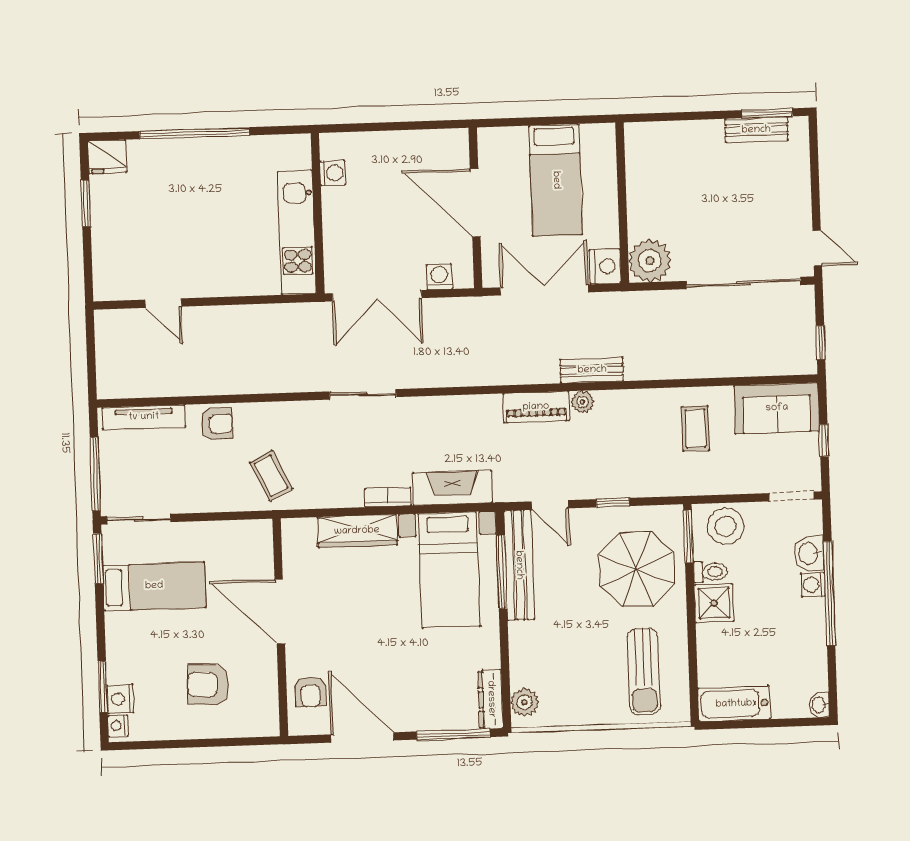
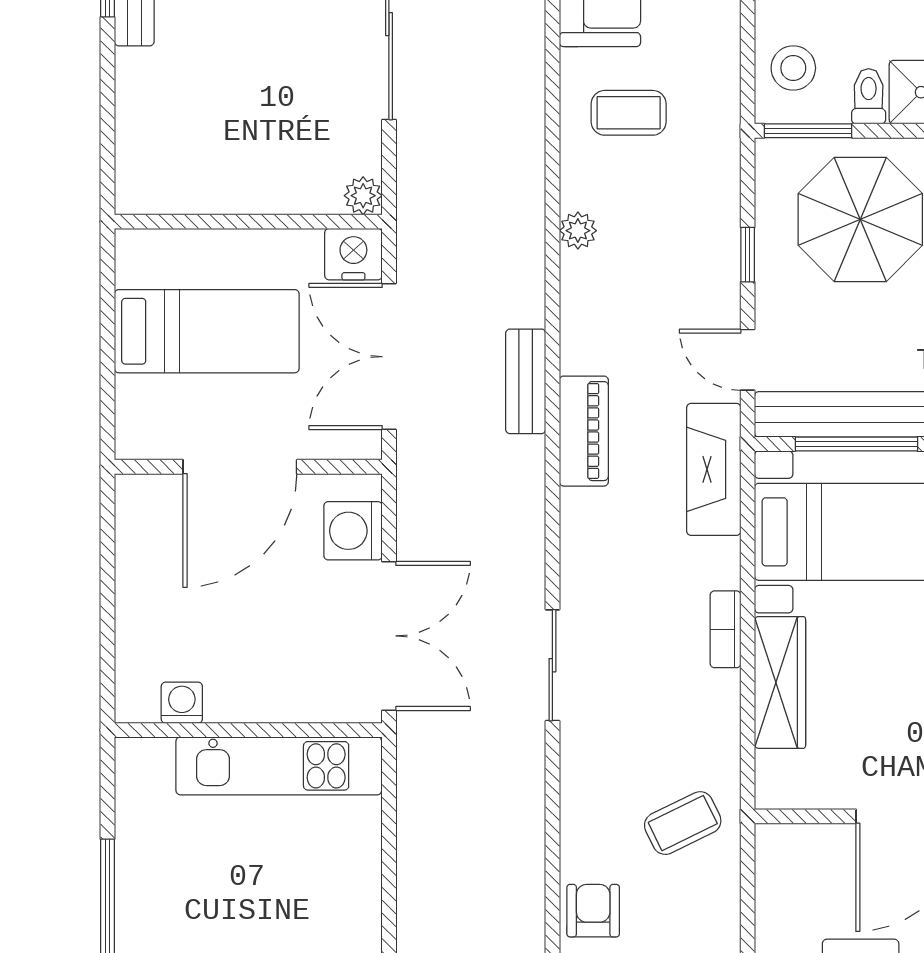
plant: (650, 261) -> (363, 196), width x0.53, depth x0.53
washing machine: (439, 277) -> (353, 531), width x1.38, depth x1.38
bench: (592, 370) -> (526, 381), moved
plant: (582, 402) -> (578, 231), moved
piano: (536, 407) -> (584, 431), moved
fireplace: (452, 488) -> (714, 469), moved
door: (550, 505) -> (748, 360), swing flipped
stool: (726, 526) -> (793, 68), width x0.73, depth x0.73

